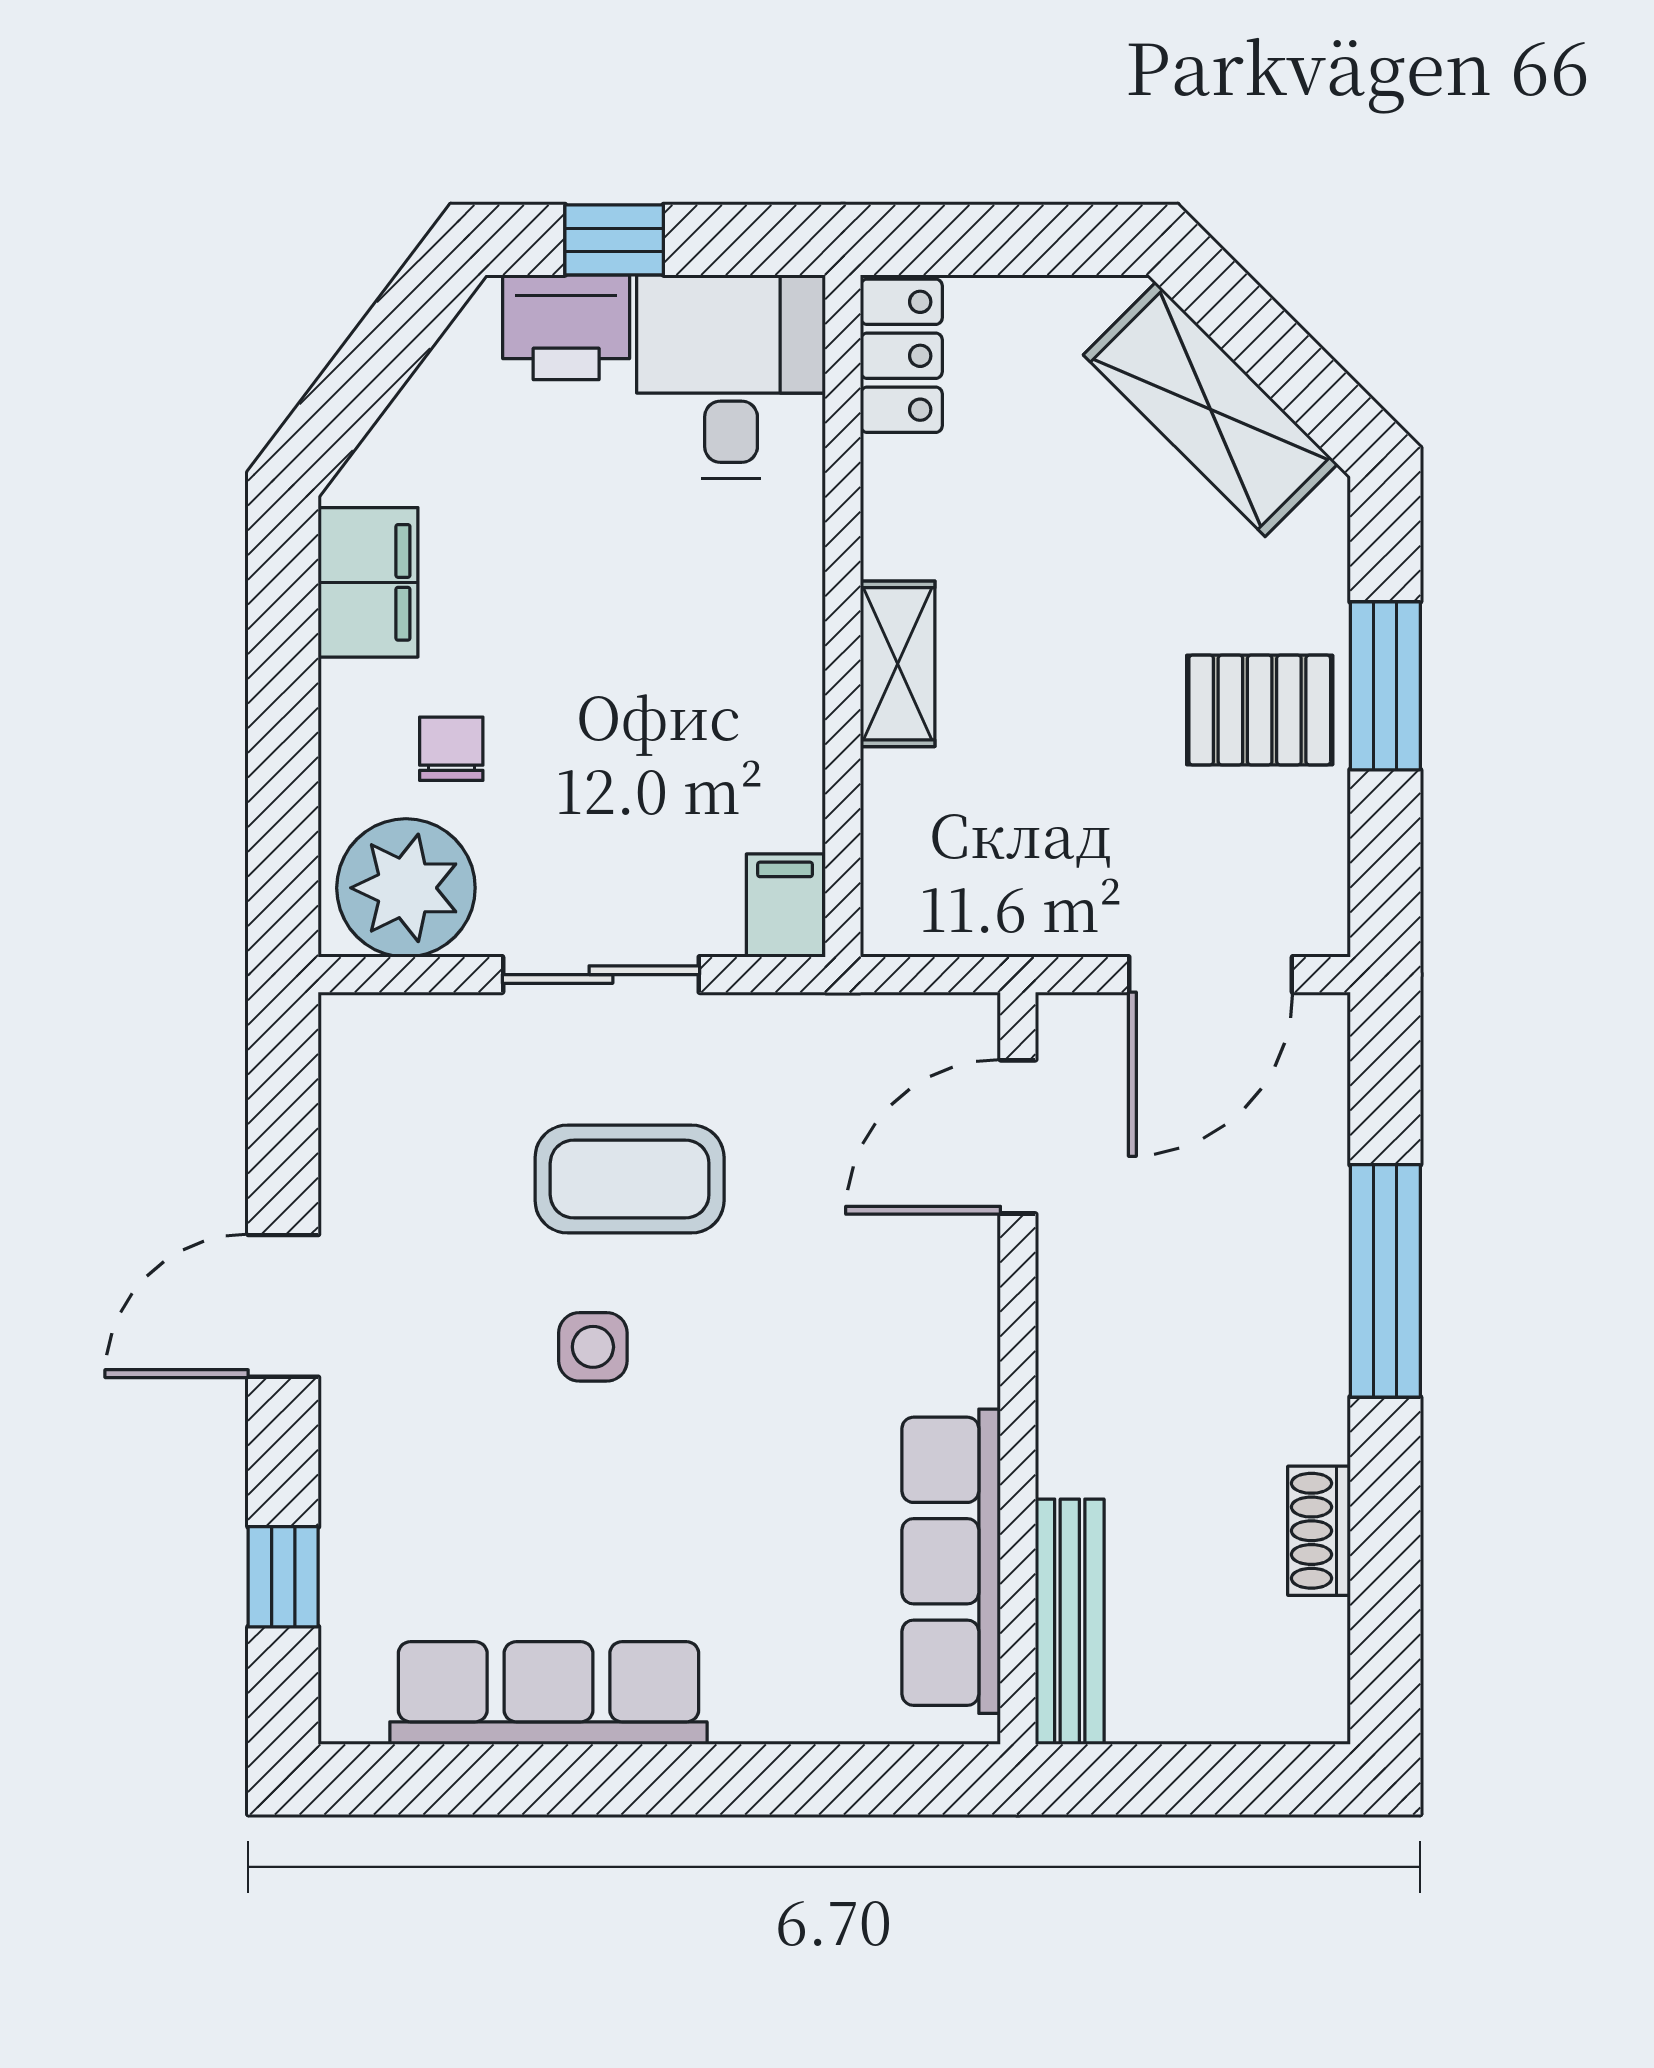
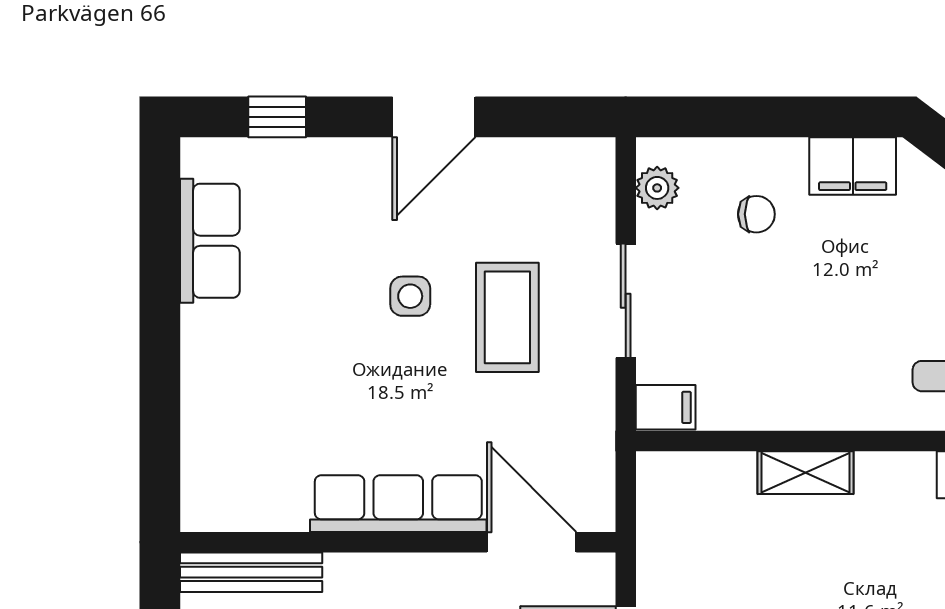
plant: (406, 888) -> (657, 188), width x0.53, depth x0.53
door: (283, 1306) -> (434, 117), swing flipped
row of seats: (951, 1561) -> (398, 504), moved
row of seats: (548, 1693) -> (210, 241), width x0.68

